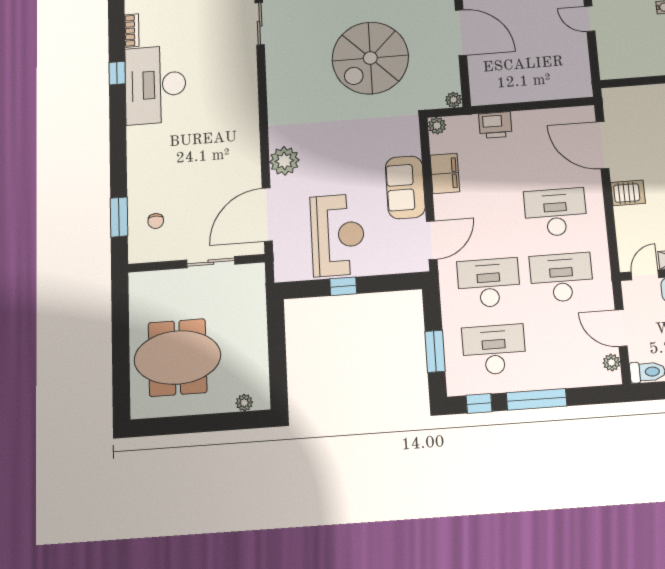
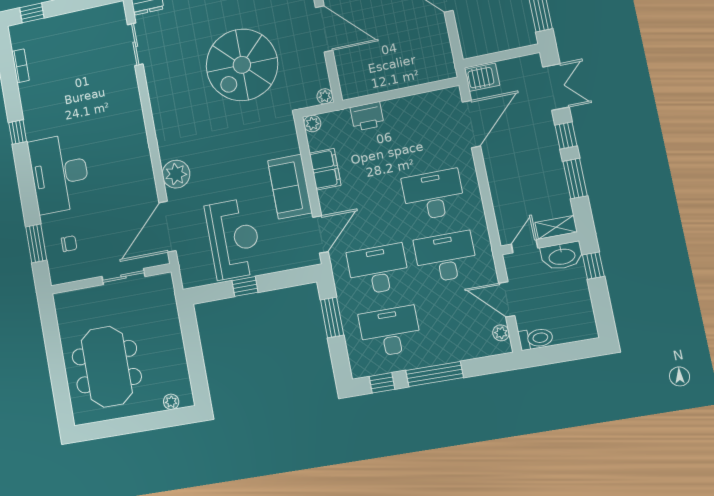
window: (117, 73) -> (18, 132), moved
desk: (155, 85) -> (59, 173), moved
door: (602, 145) -> (471, 124), swing flipped
server rack: (628, 193) -> (482, 77), moved
chair: (156, 221) -> (69, 244), turned -90
window: (435, 351) -> (332, 317), moved
meeting table: (177, 357) -> (107, 367), turned 90

